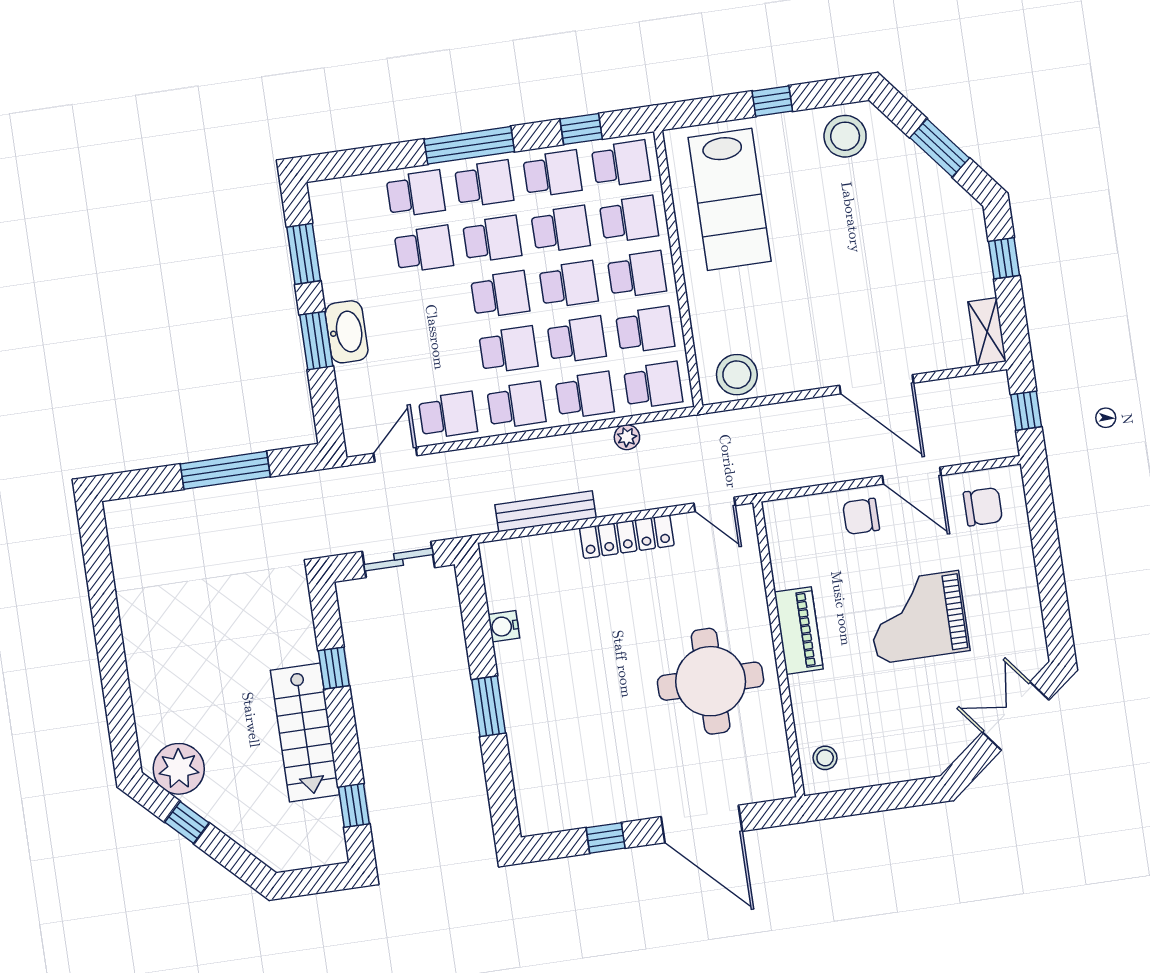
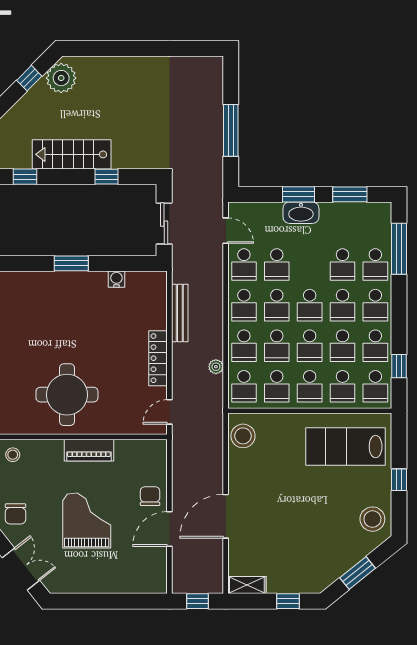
window: (469, 145) -> (399, 249), moved
school desk: (440, 360) -> (277, 265), added
chair: (983, 507) -> (16, 514), moved

